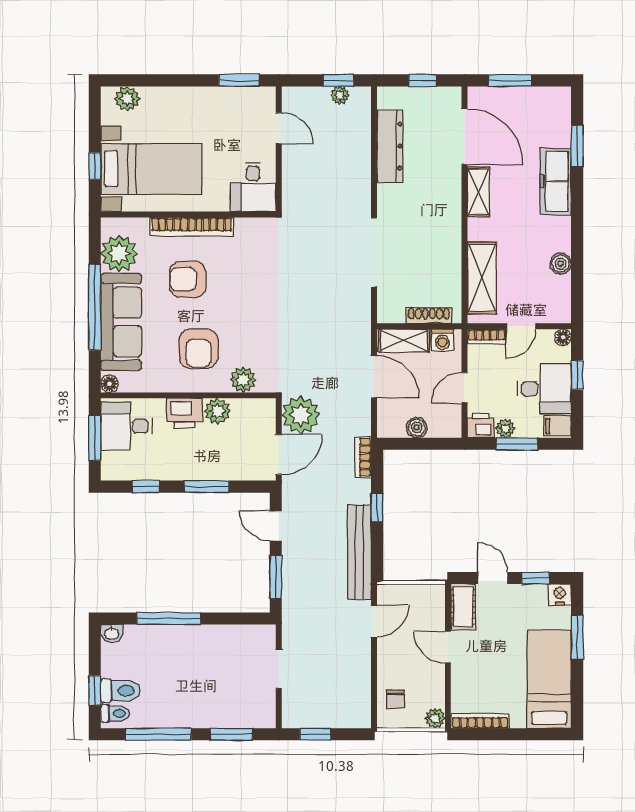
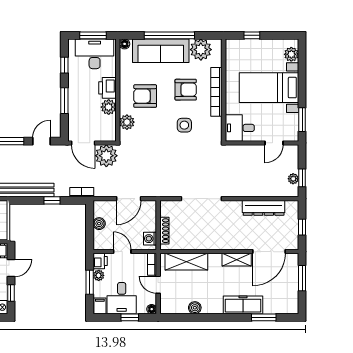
bed with nightstands: (151, 169) -> (269, 88), moved, turned 90
armchair: (188, 279) -> (186, 90), turned 90
side table: (248, 282) -> (184, 125), added
shelving: (404, 341) -> (150, 216), removed
desk: (126, 426) -> (95, 54), width x1.37

